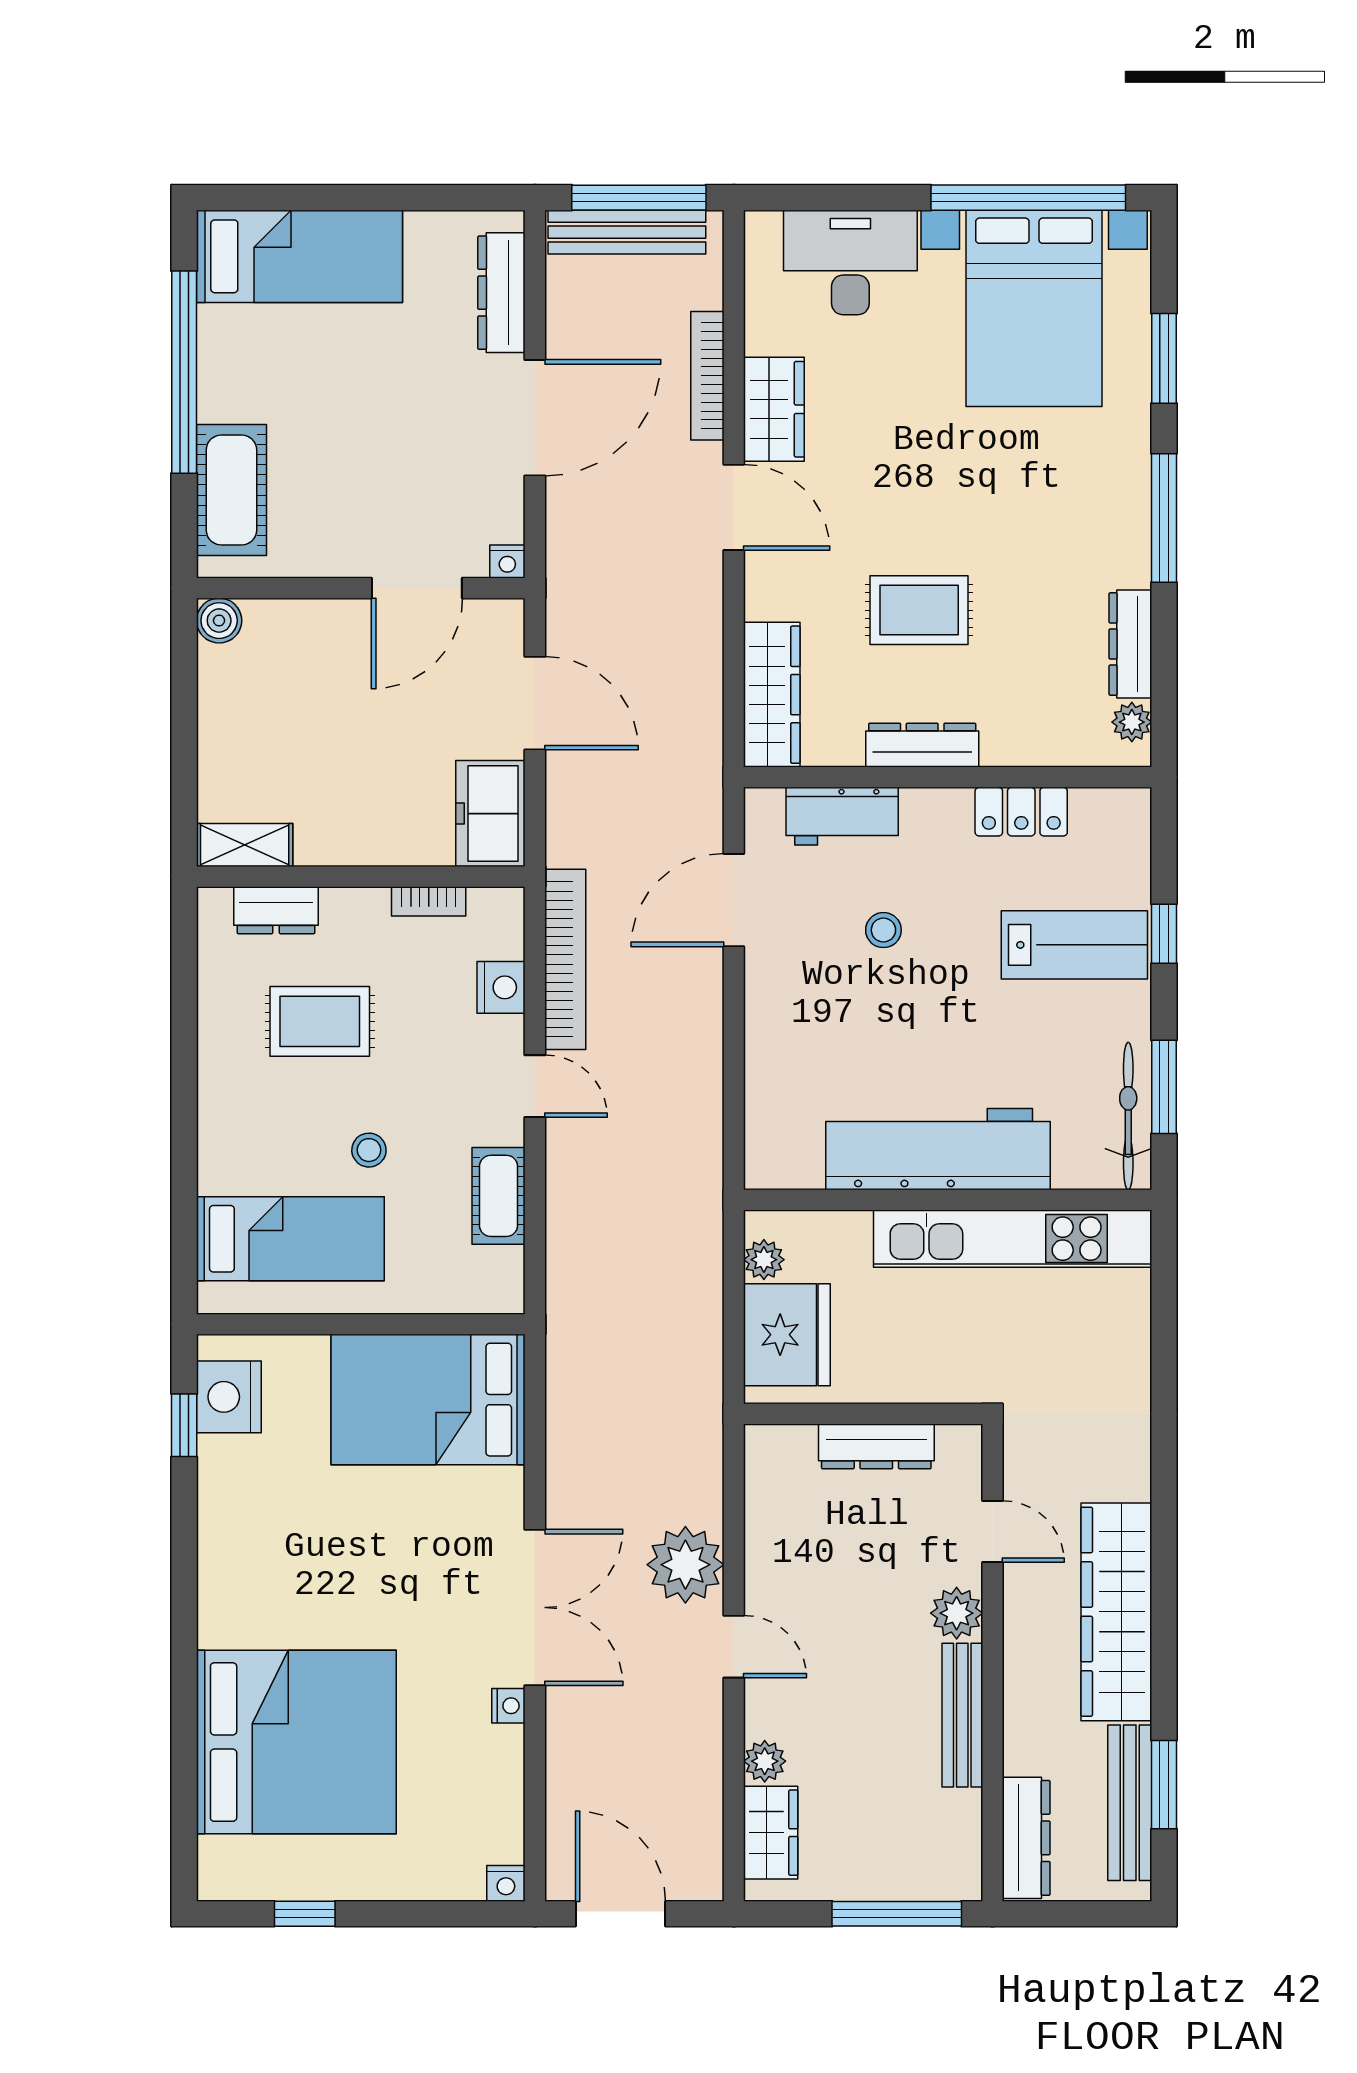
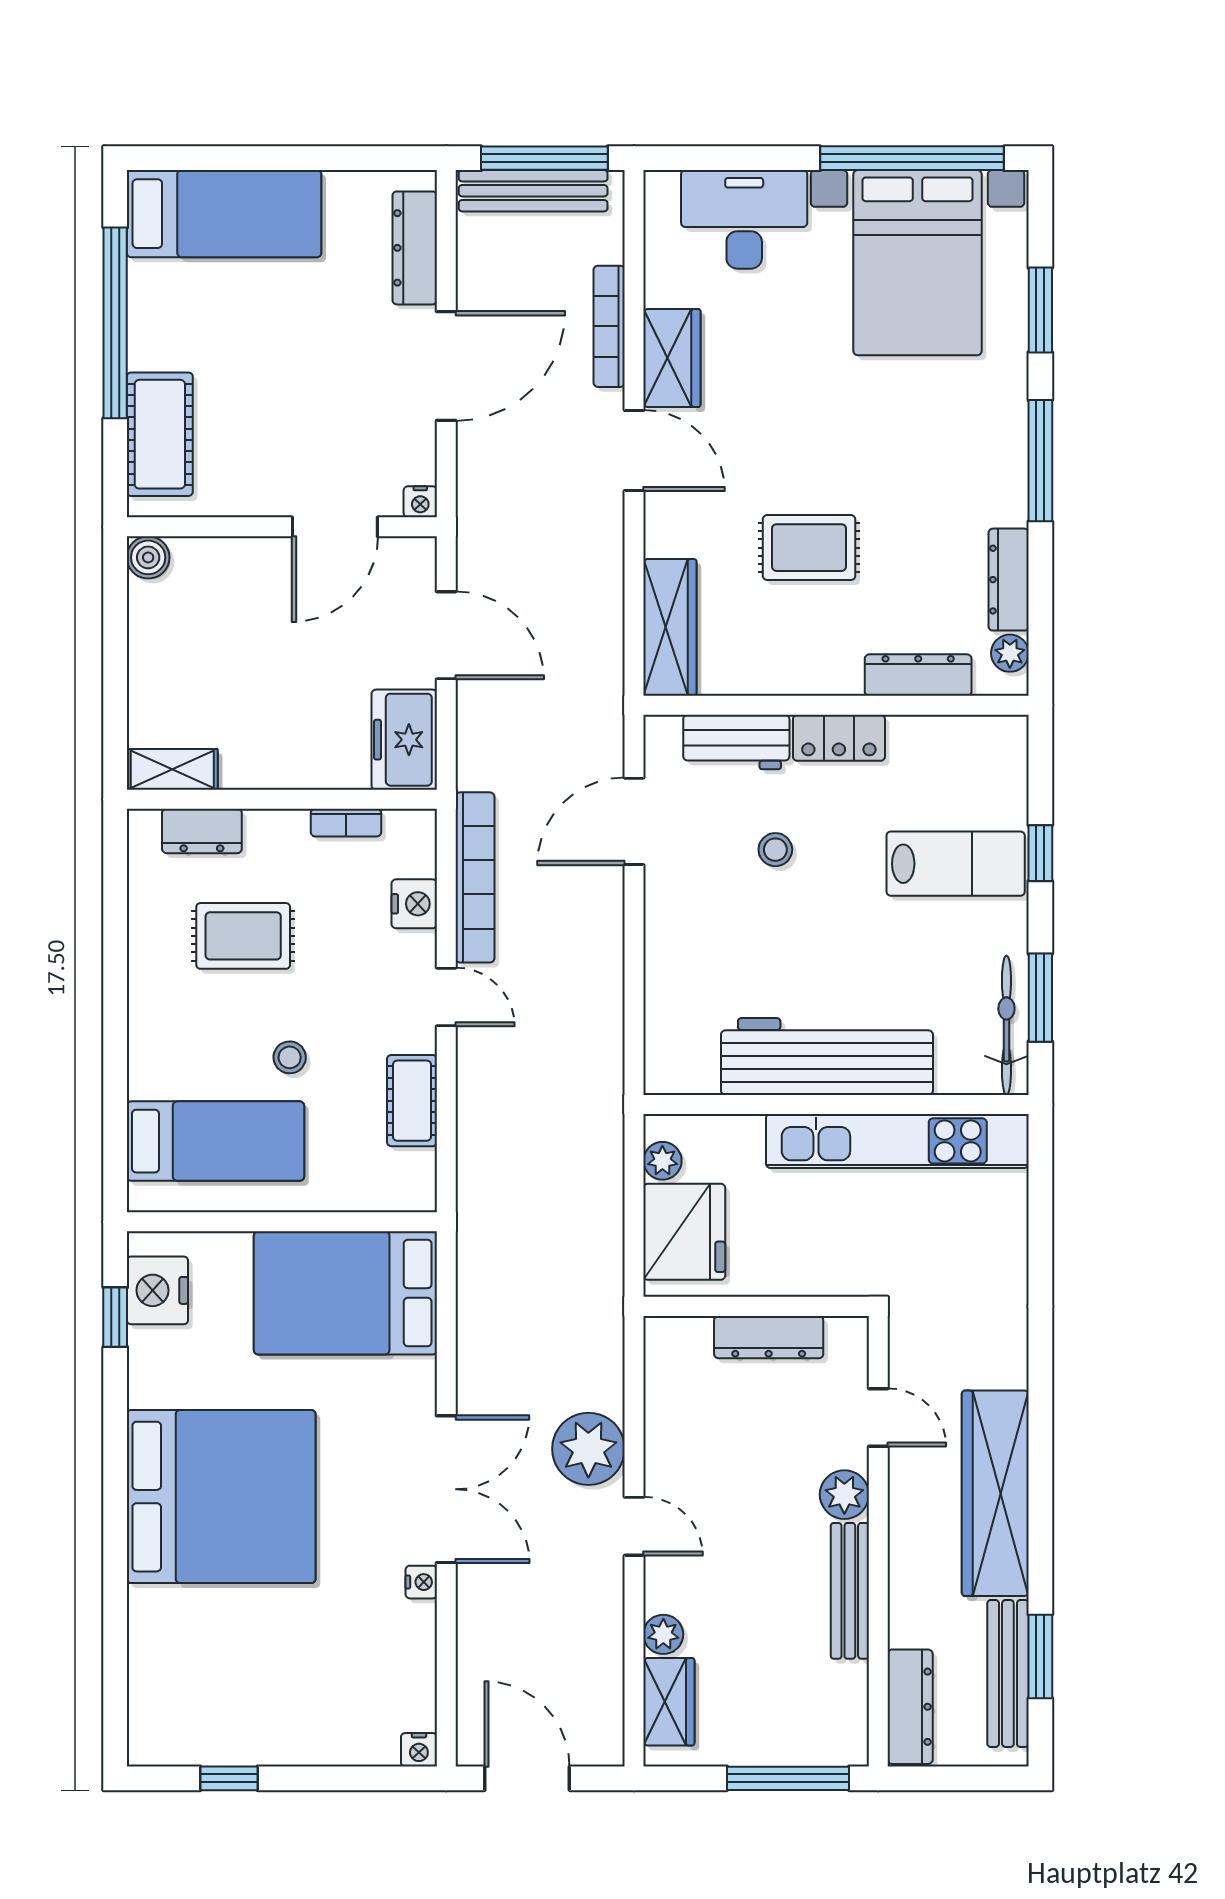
dresser: (922, 745) -> (918, 675), moved
locker: (1021, 812) -> (839, 738), moved
bed: (296, 1742) -> (221, 1497), moved

